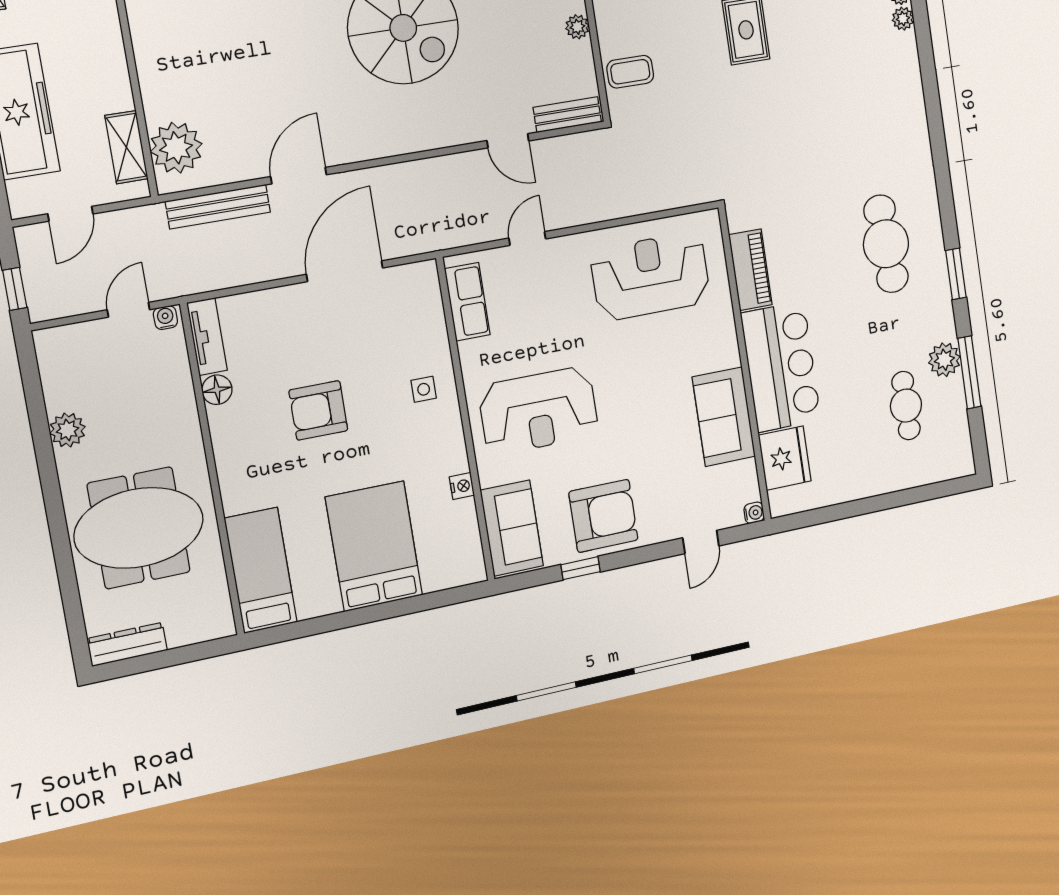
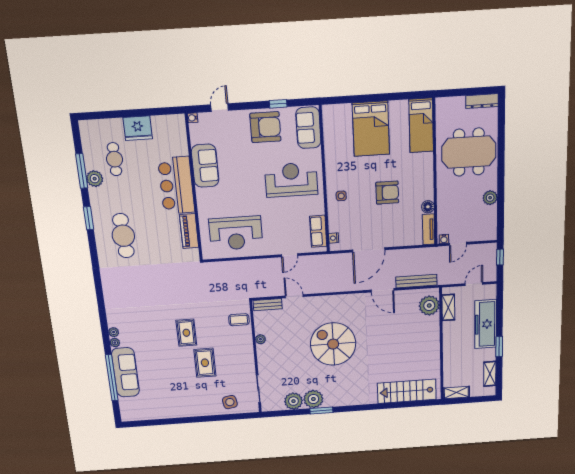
door: (299, 176) -> (383, 290), hinge flipped
fridge: (785, 458) -> (138, 128), moved, turned -90
nightstand: (462, 486) -> (334, 238), moved
armchair: (603, 516) -> (265, 127), turned 180

